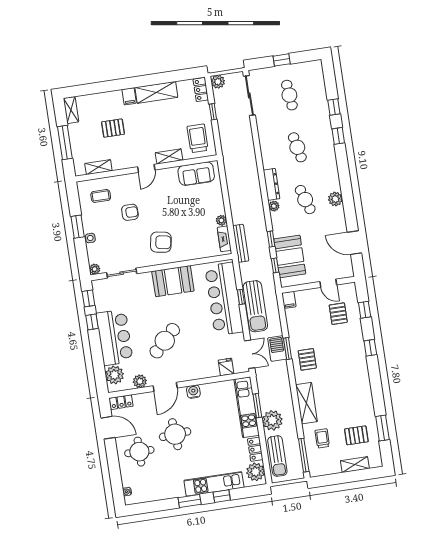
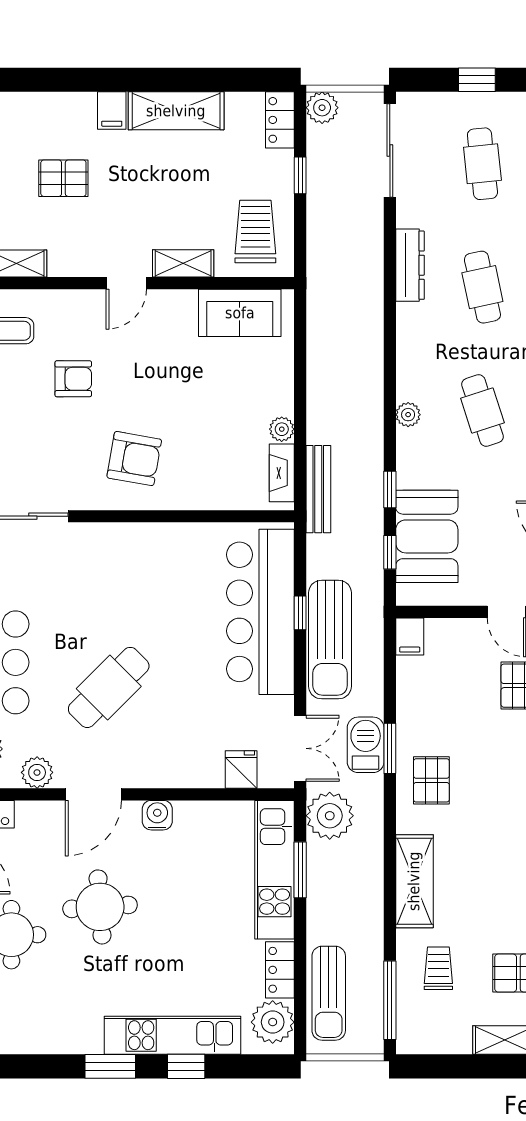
dresser: (271, 184) -> (410, 265), moved
booth: (173, 281) -> (149, 553), removed
plant: (272, 420) -> (330, 816), moved

